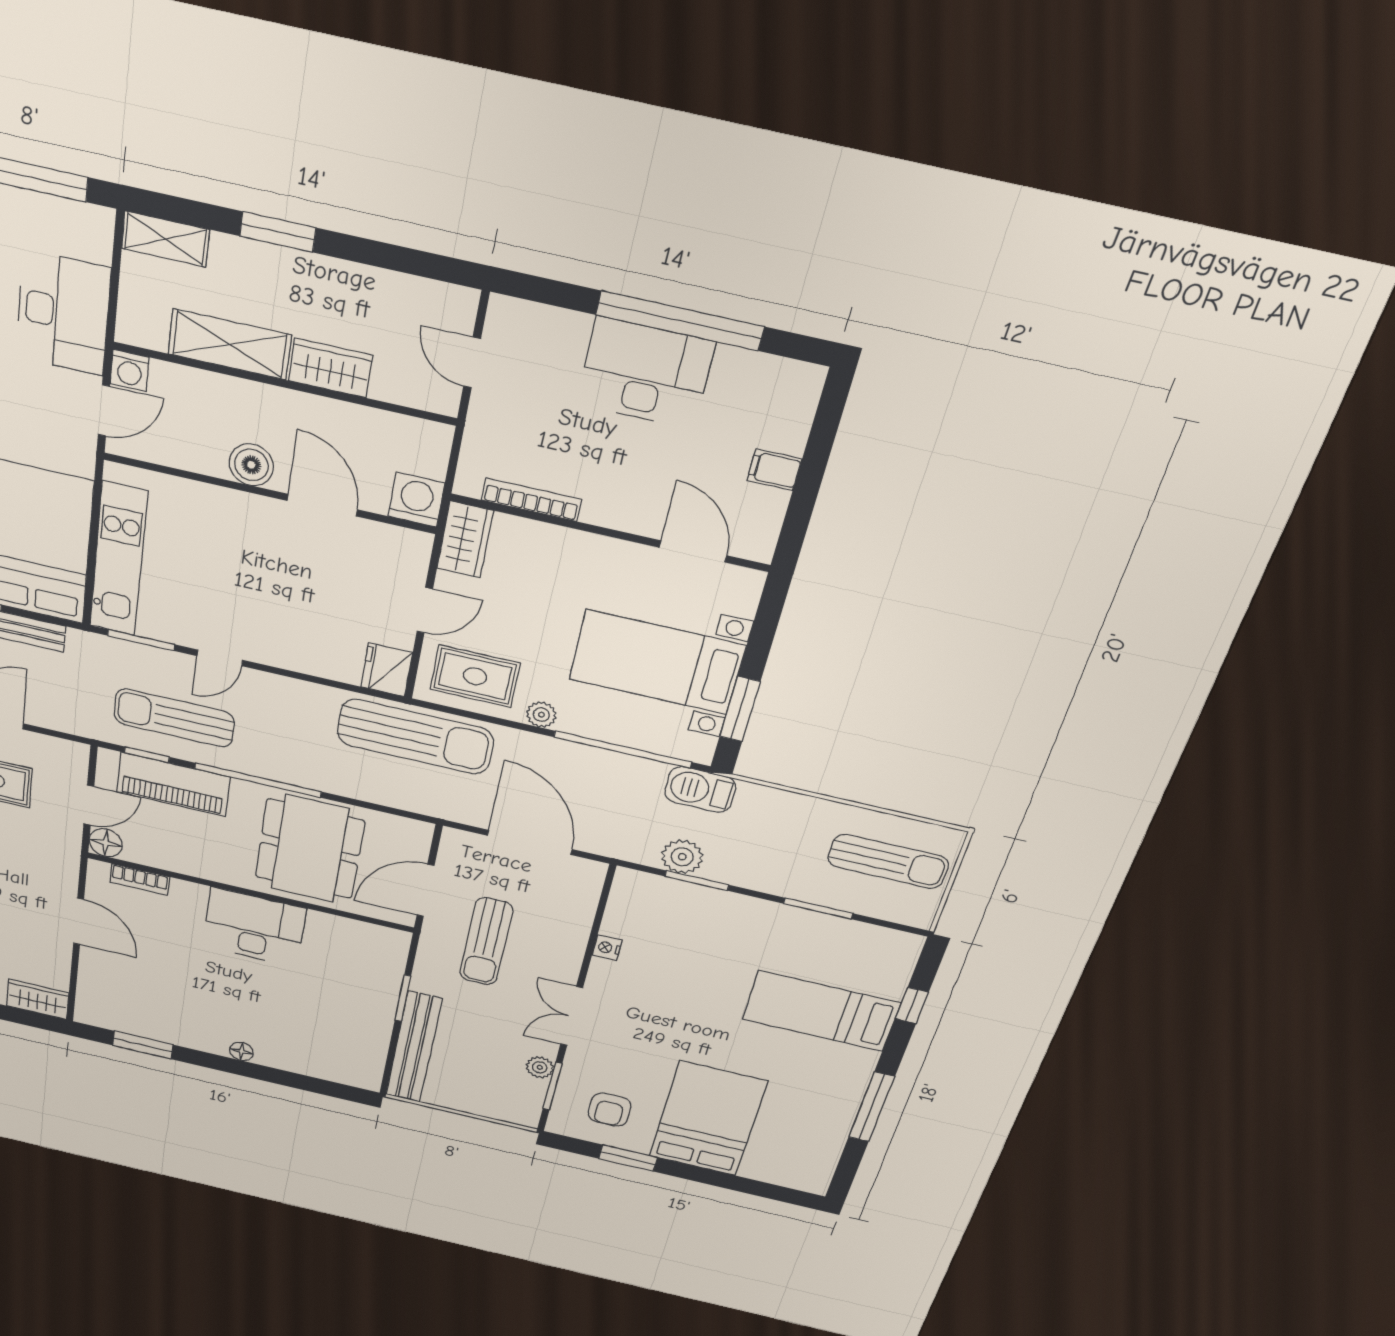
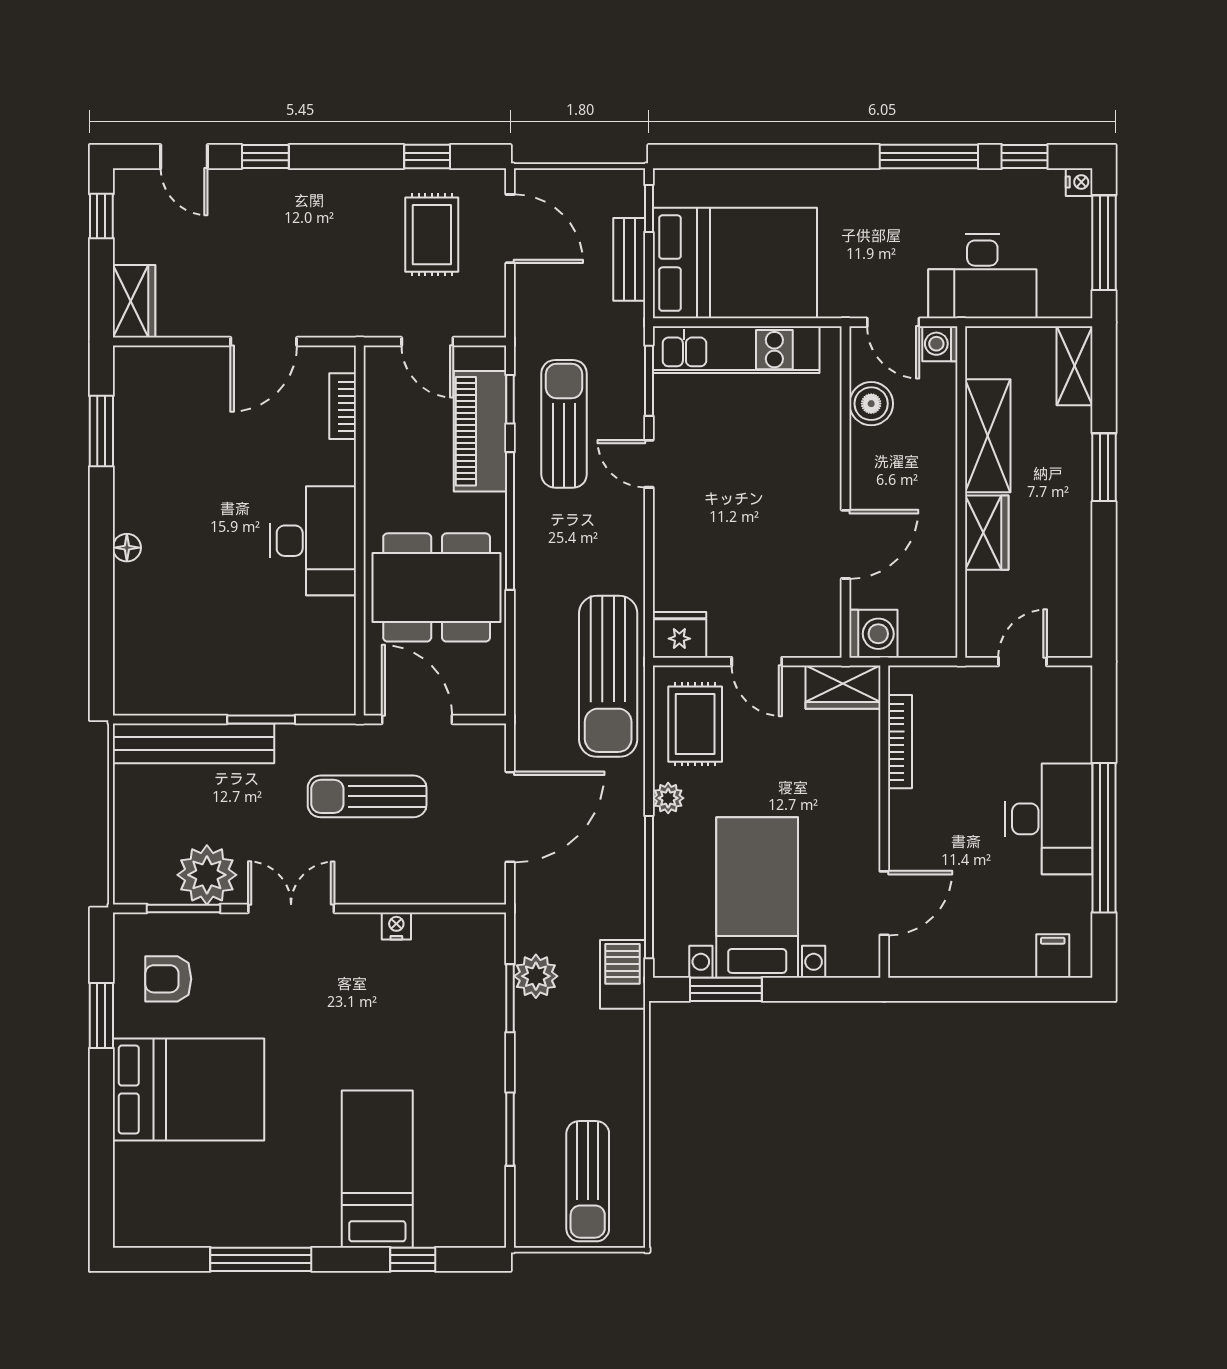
boiler: (251, 465) -> (871, 404), moved
filing cabinet: (774, 470) -> (1053, 956), moved
floor lamp: (106, 843) -> (382, 364), removed
plant: (540, 1067) -> (207, 875), width x1.87, depth x1.87

